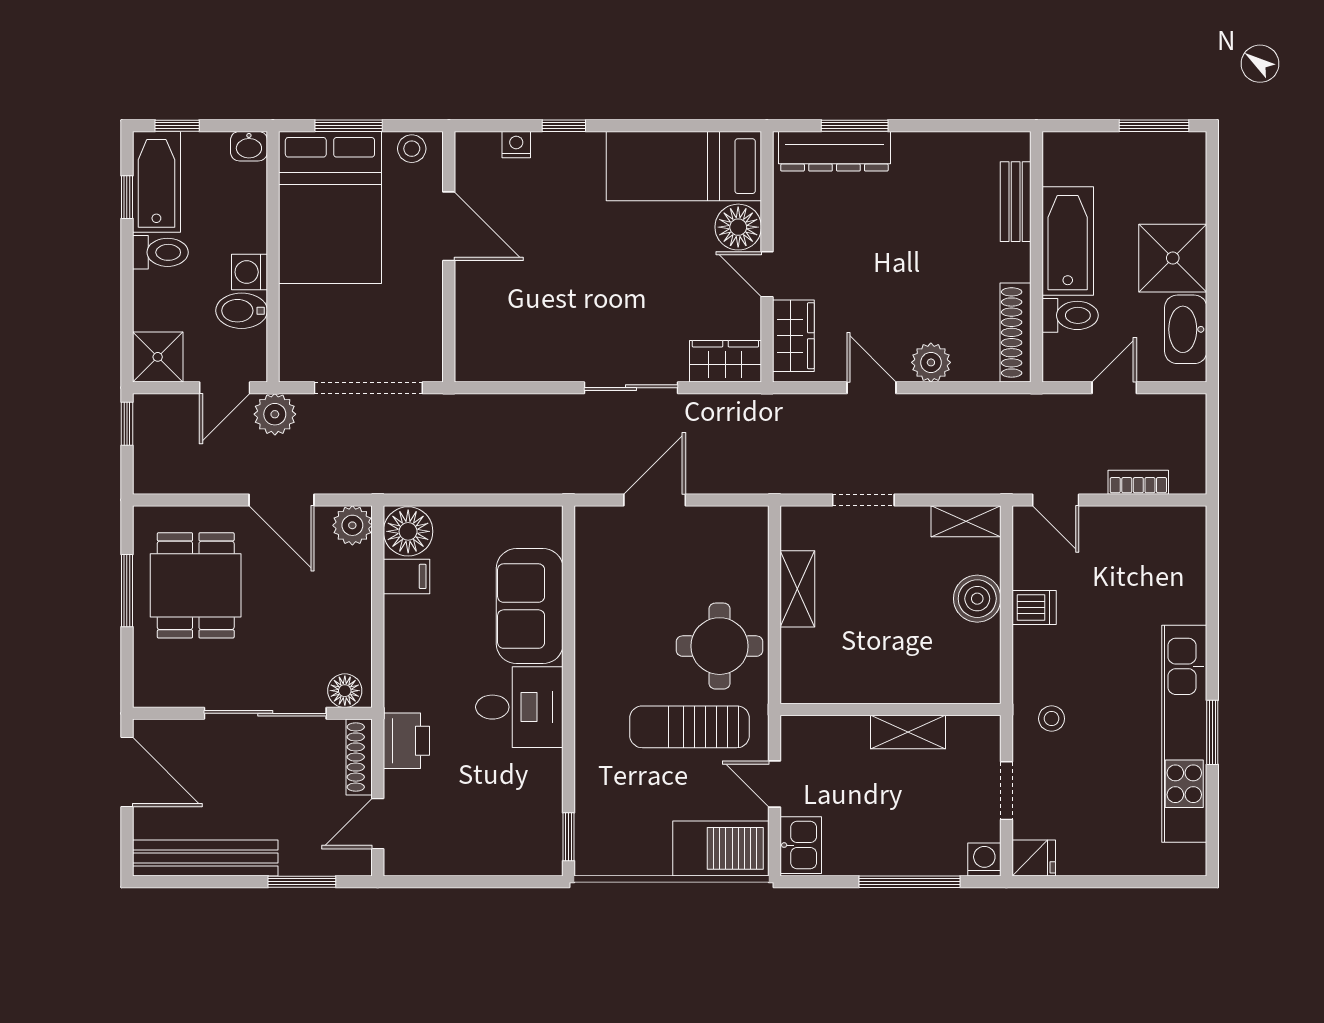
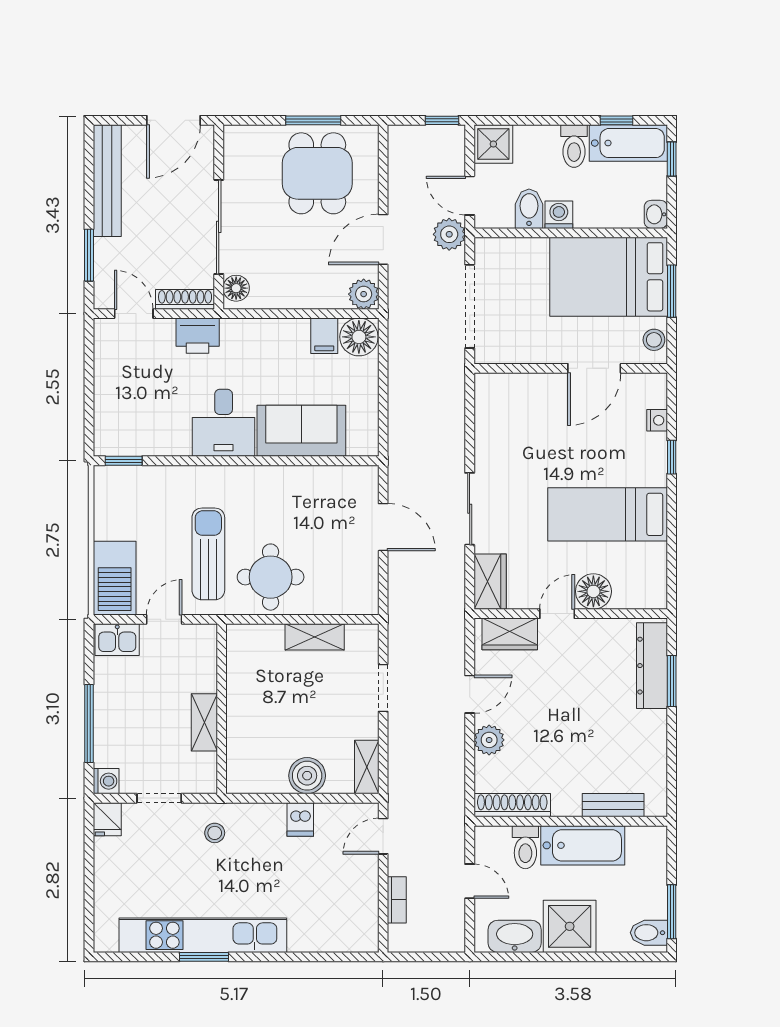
bidet: (1181, 155) -> (649, 933), added
bed: (684, 166) -> (608, 514), moved, turned -90
dining table: (196, 585) -> (317, 173), turned 90

